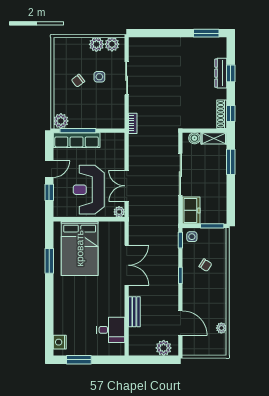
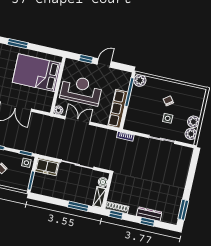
row of seats: (77, 140) -> (118, 109), moved
door: (49, 169) -> (104, 63), swing flipped
window: (49, 261) -> (18, 44), moved

